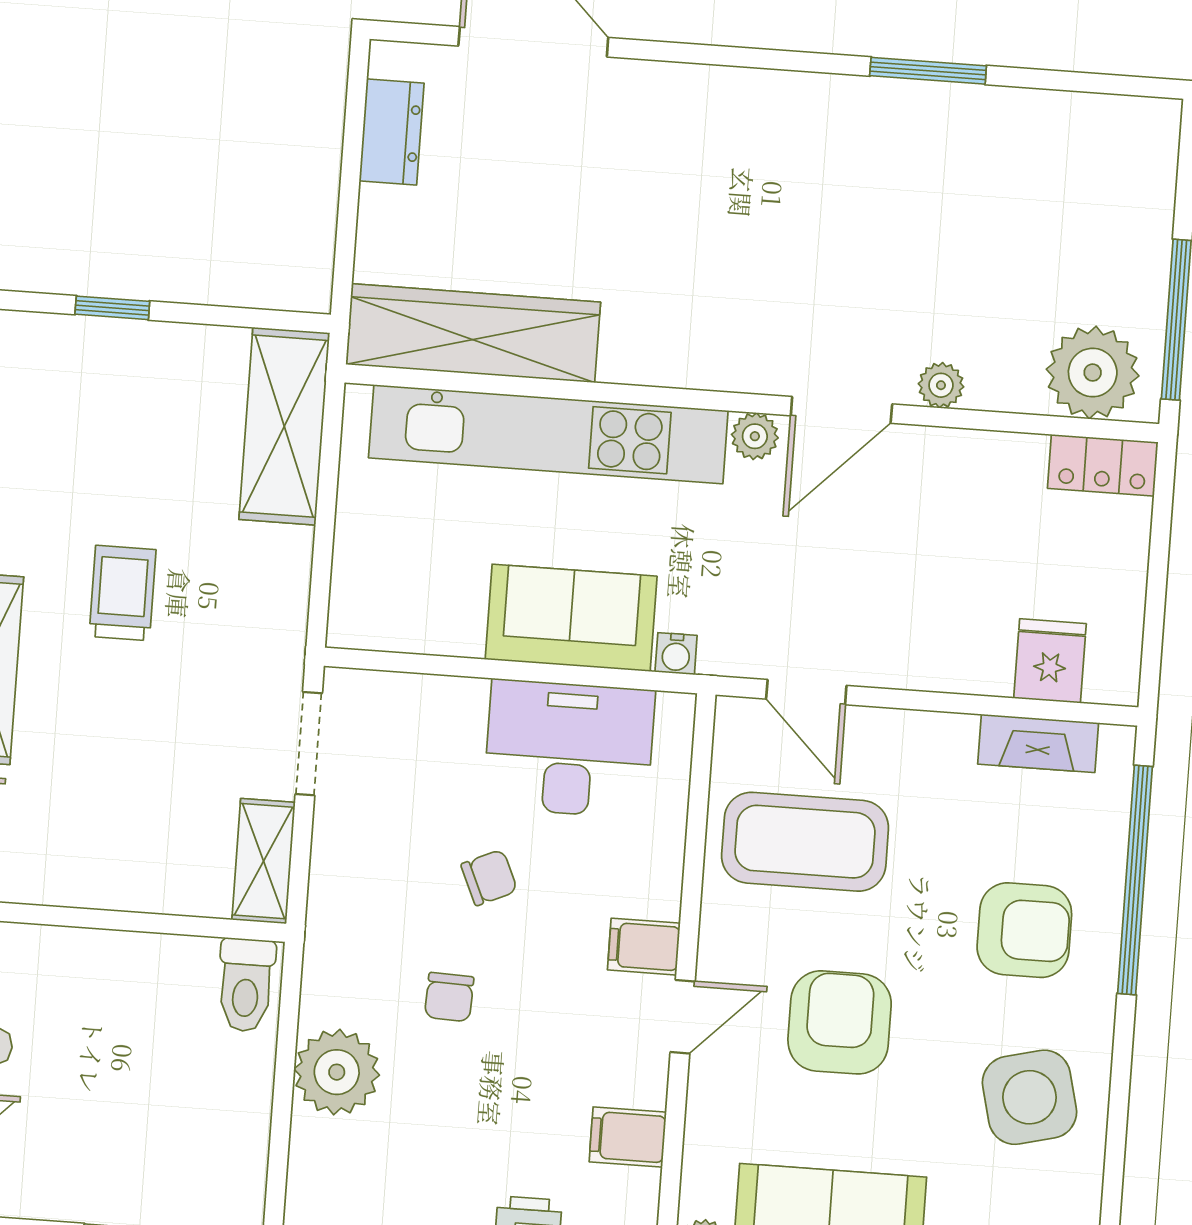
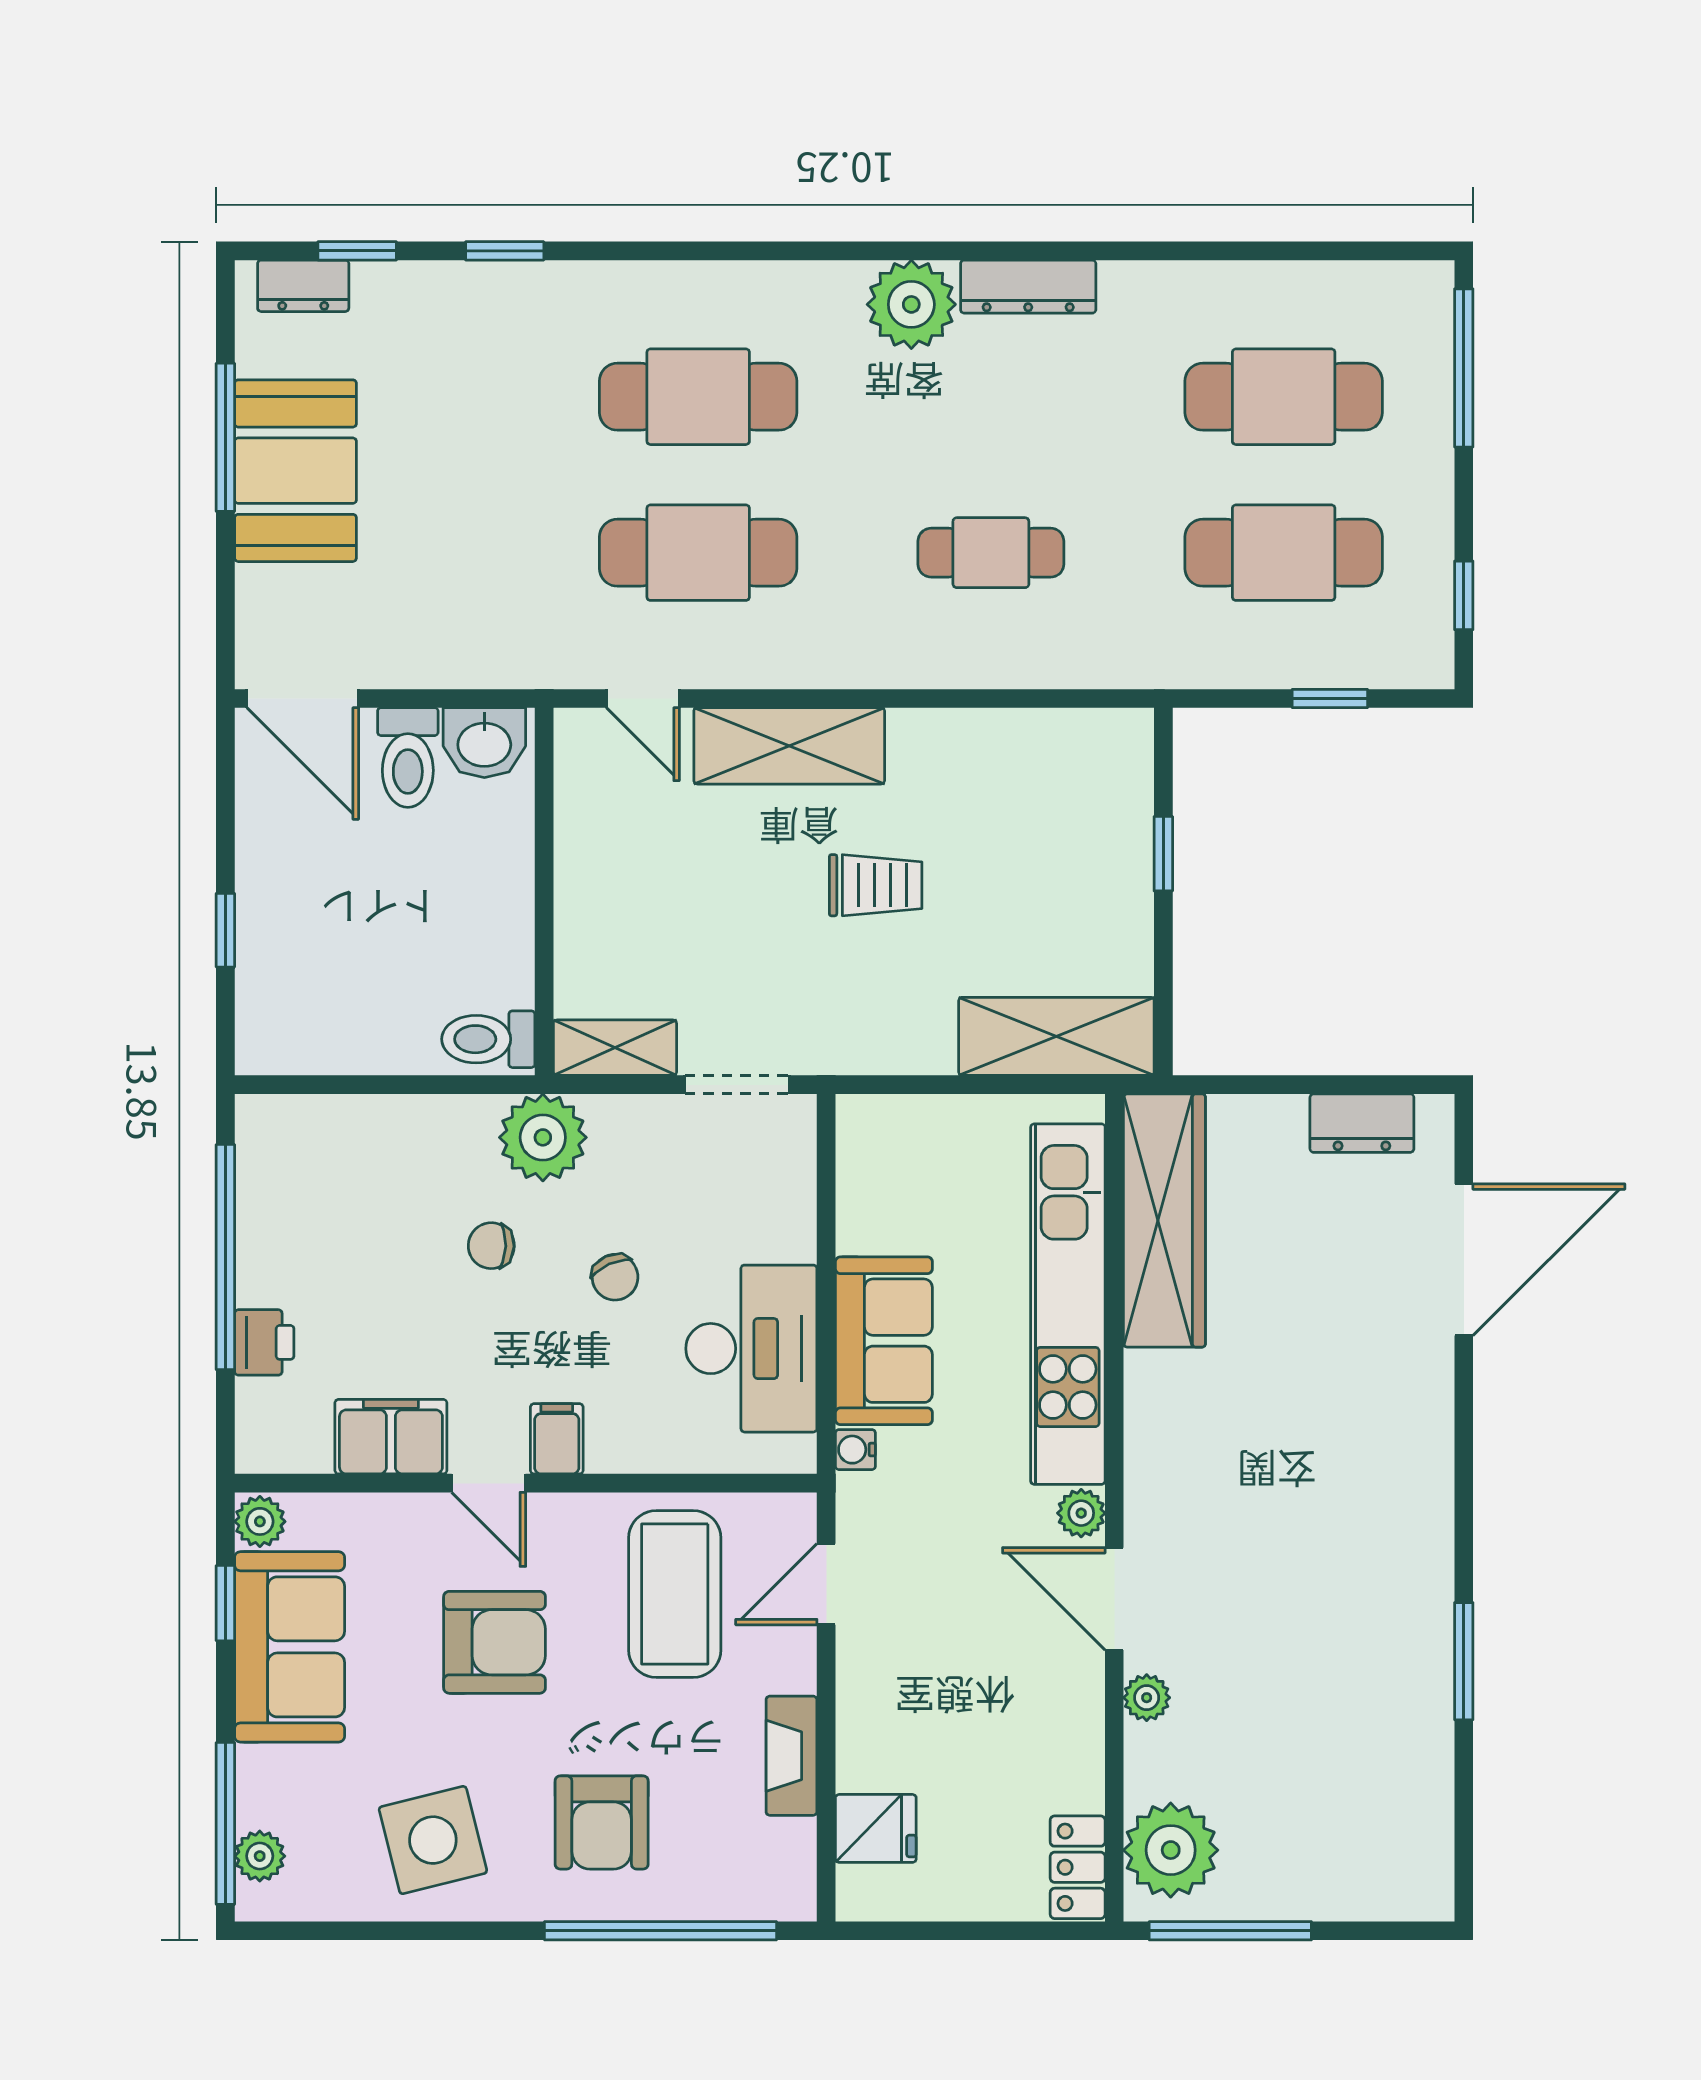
fireplace: (1038, 743) -> (792, 1756), moved
plant: (337, 1072) -> (543, 1137), moved
filing cabinet: (628, 1137) -> (391, 1437), width x2.00

